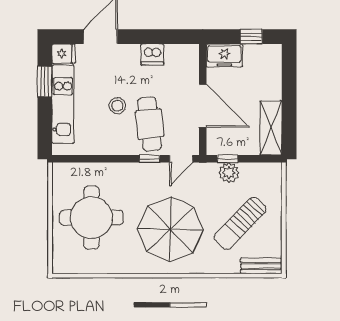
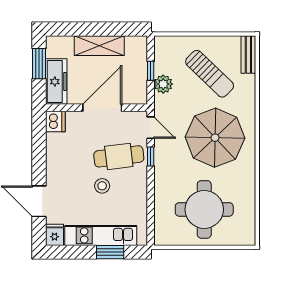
window: (251, 37) -> (39, 64), width x1.50
dishwasher: (152, 54) -> (55, 121), moved
freezer: (224, 55) -> (56, 82), width x1.40
window: (45, 82) -> (110, 252), moved
shelving: (271, 128) -> (99, 46), moved
window: (227, 159) -> (151, 71), moved

